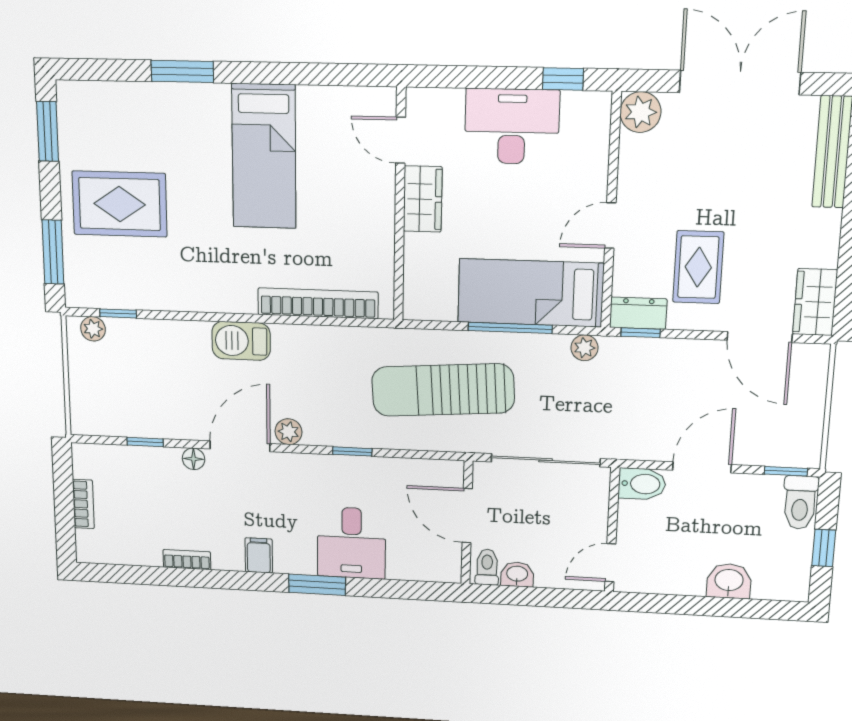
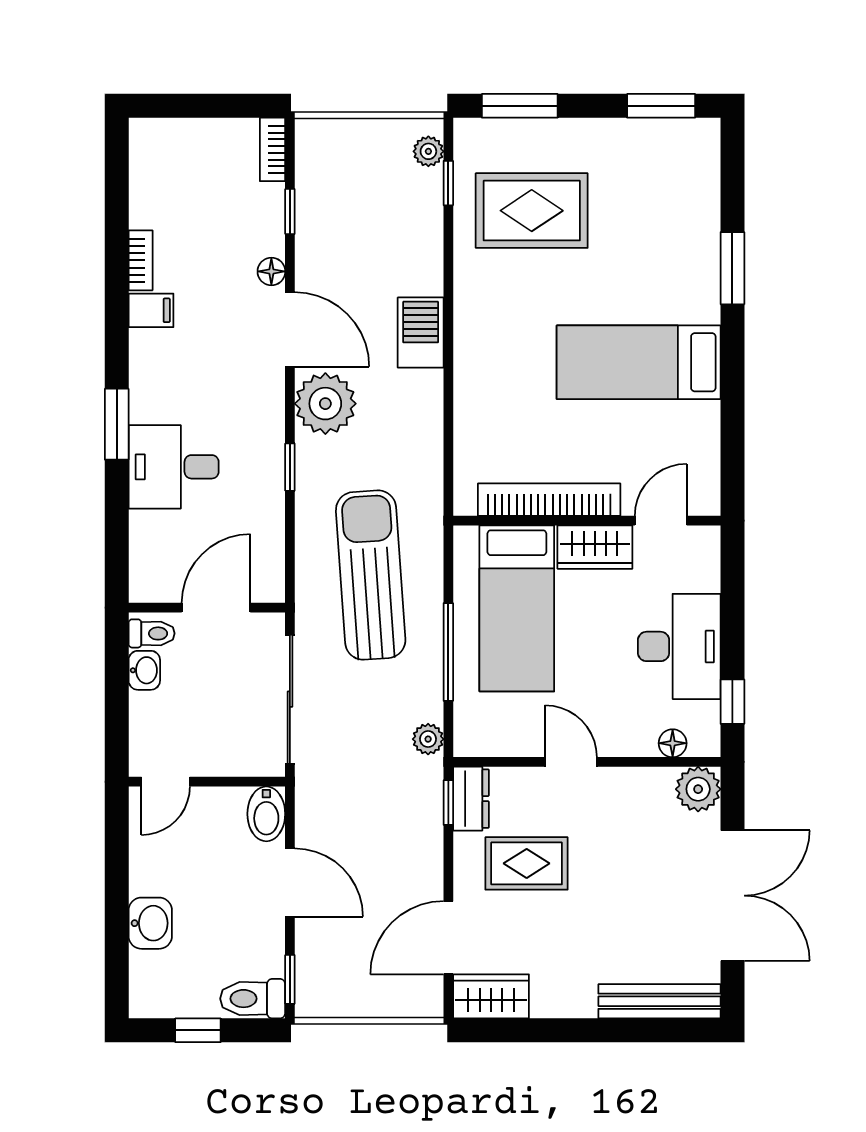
floor lamp: (598, 134) -> (673, 743), added
rug: (120, 204) -> (532, 211), moved, turned 90
bed: (530, 293) -> (517, 608), moved, turned 180
bookcase: (318, 303) -> (549, 500), moved, turned -90
plant: (288, 432) -> (325, 404), width x1.88, depth x1.88
bookcase: (83, 504) -> (273, 149), moved, turned 90
filing cabinet: (259, 555) -> (151, 310), moved
door: (610, 563) -> (166, 782), swing flipped

